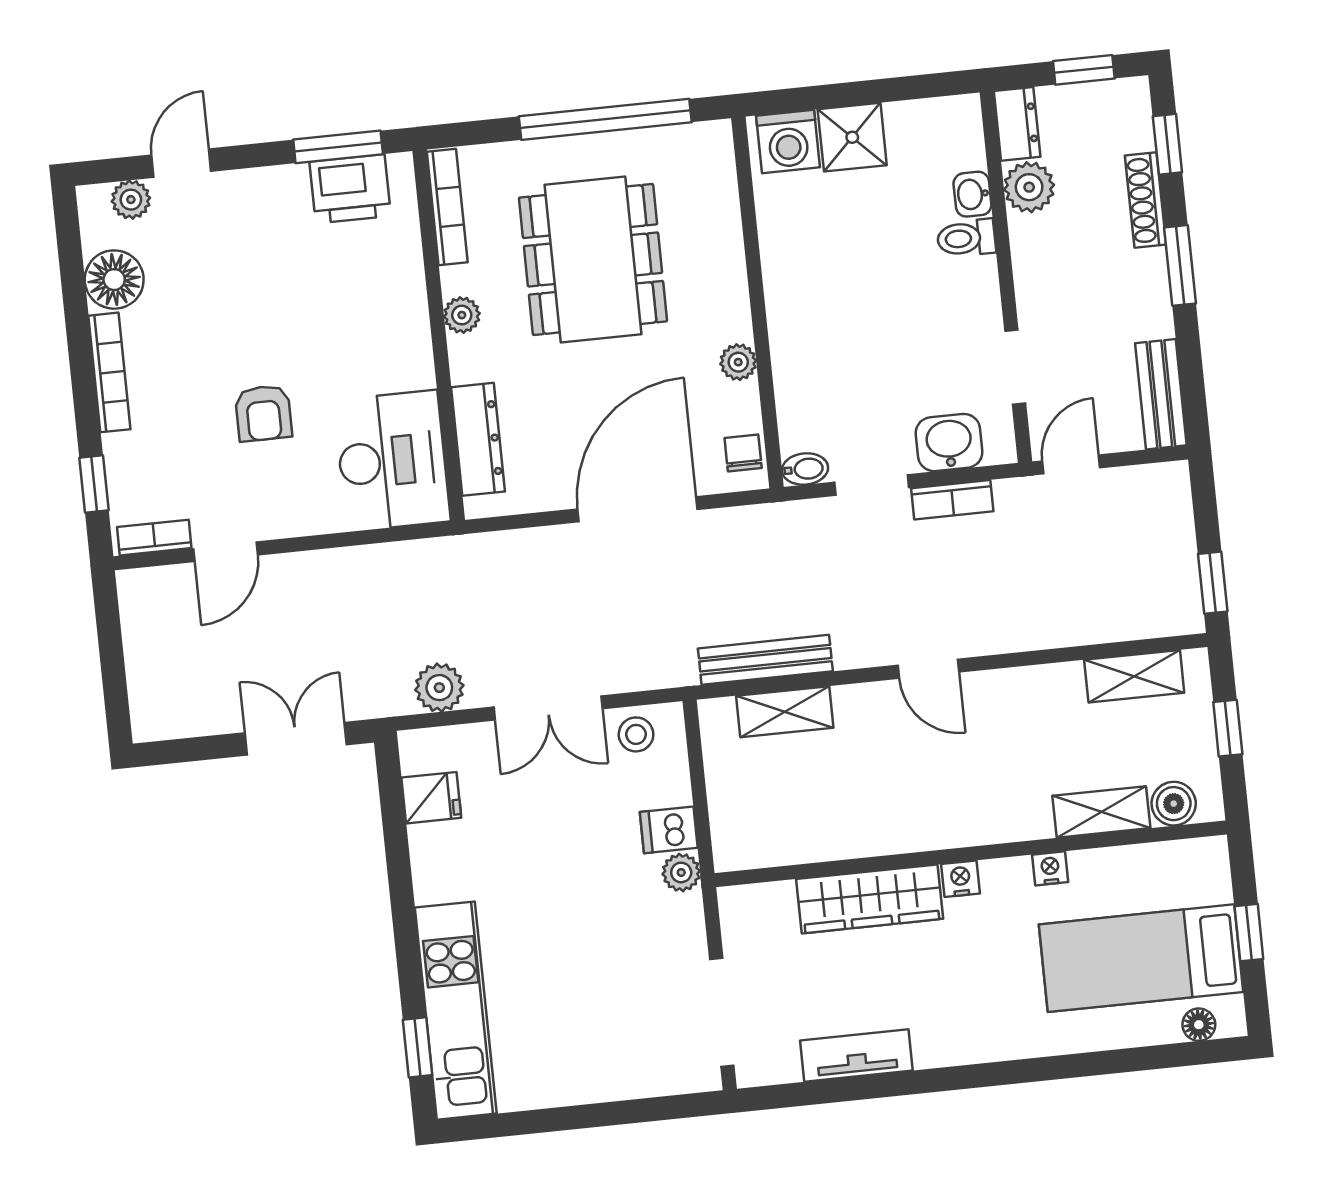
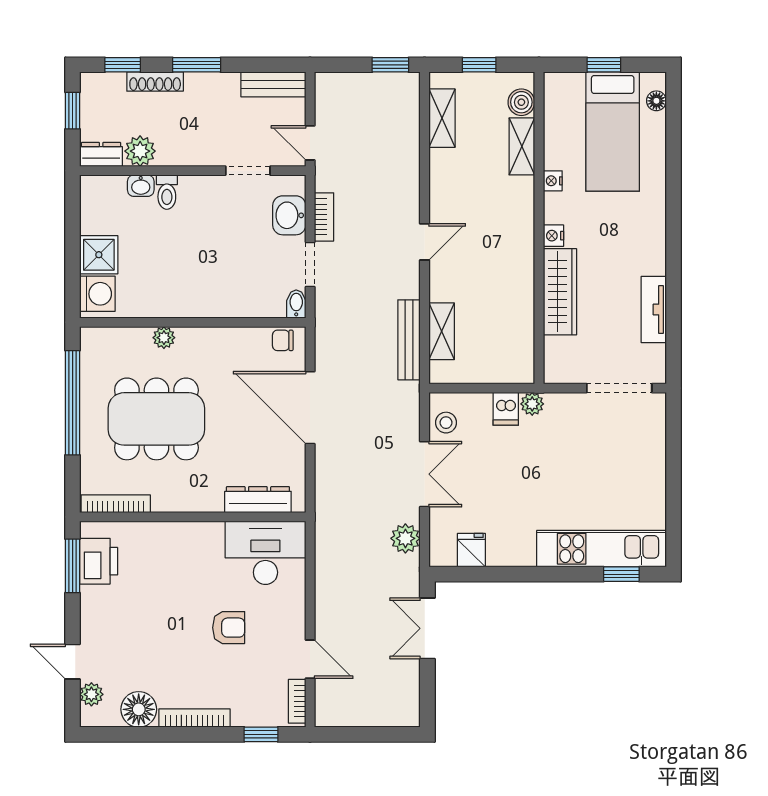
plant: (462, 315) -> (182, 502), removed
plant: (738, 362) -> (164, 338), moved

